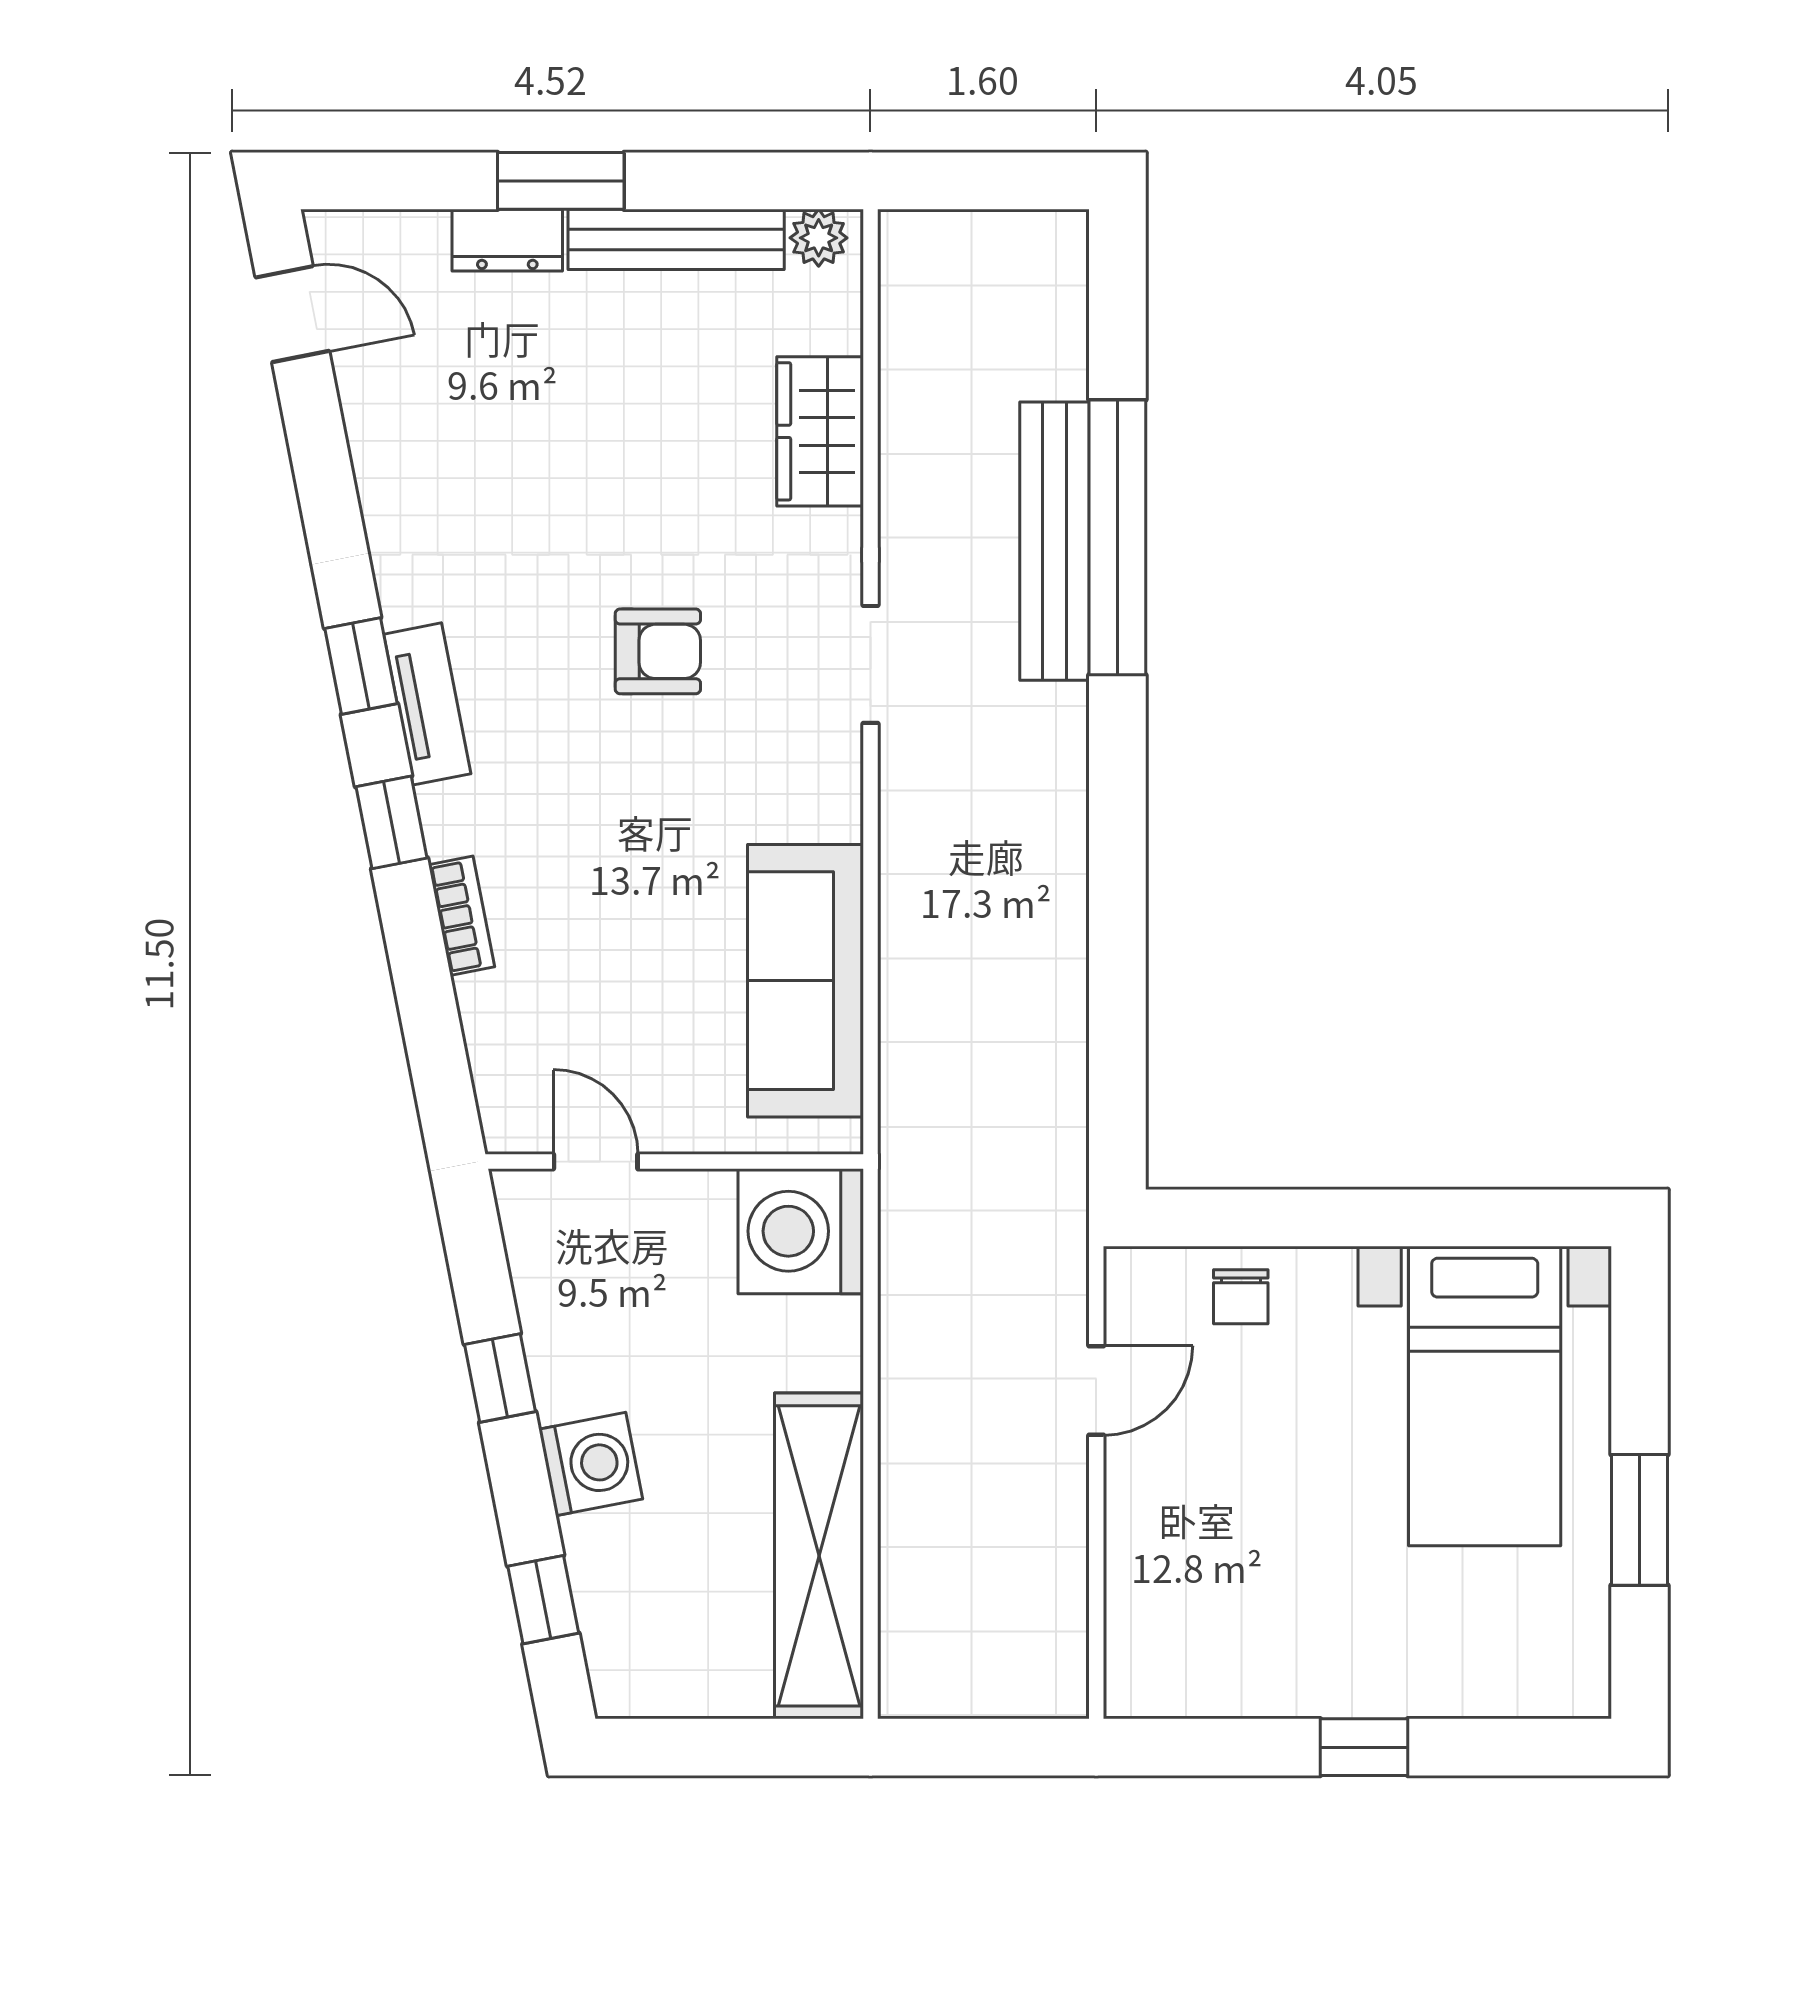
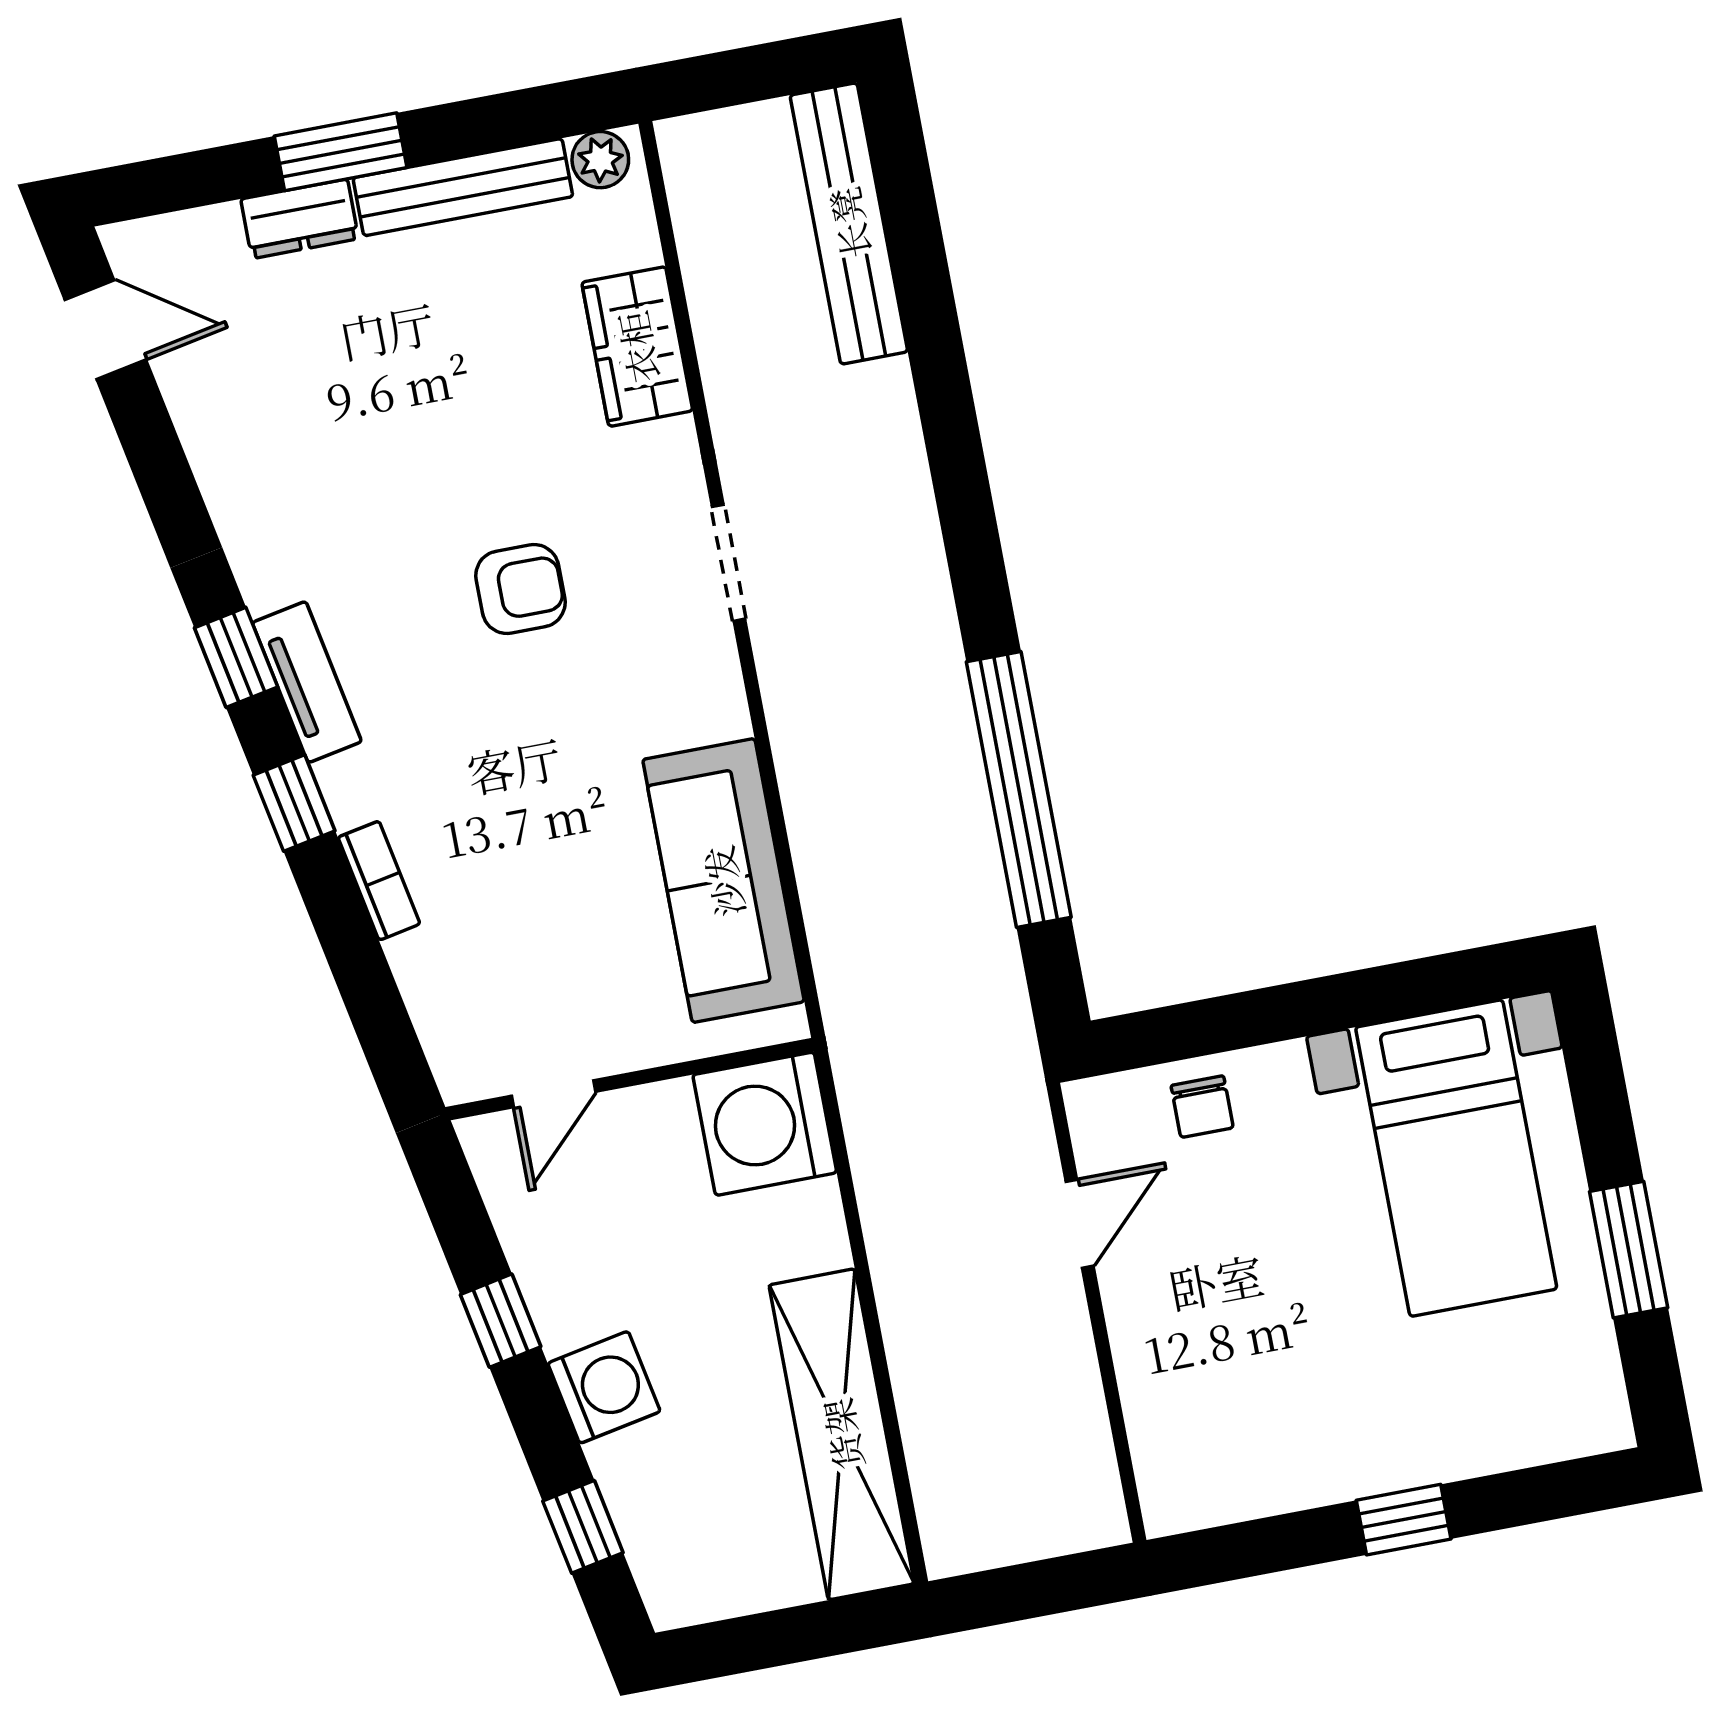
window: (1117, 537) -> (1019, 789), moved
bench: (1055, 541) -> (849, 223), moved
door: (596, 1162) -> (553, 1094), swing flipped

